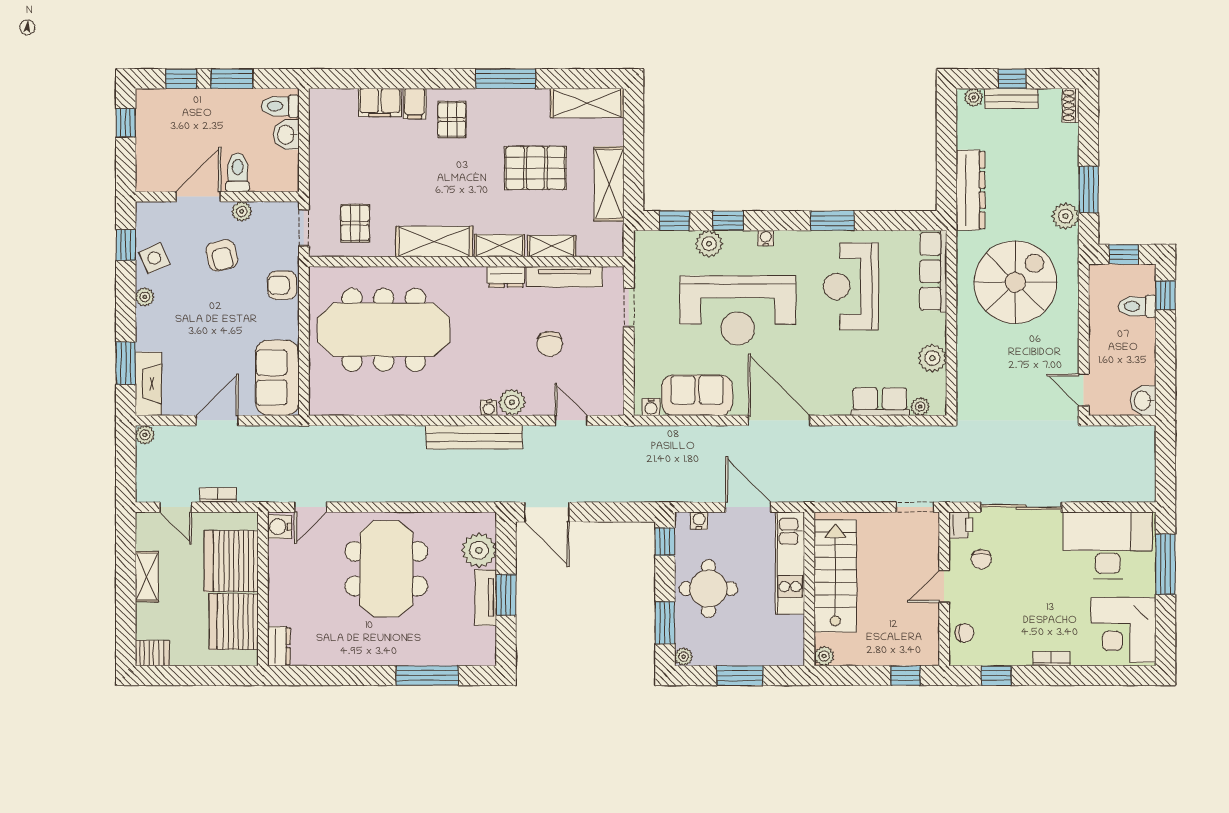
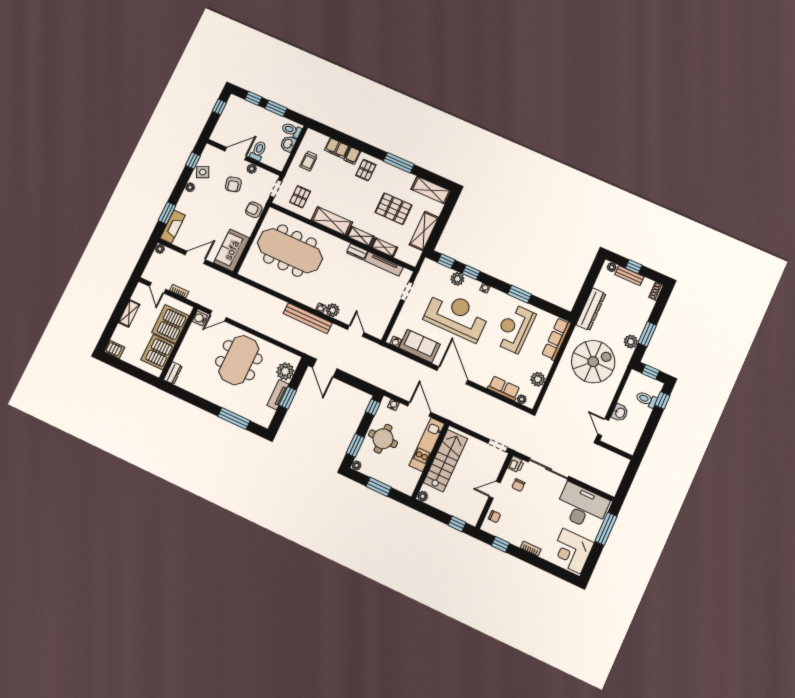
trolley: (339, 150) -> (309, 161), added
reception desk: (738, 310) -> (457, 316), turned 180
chair: (550, 344) -> (362, 291), removed
washbasin: (1143, 401) -> (620, 413), moved, turned 180

